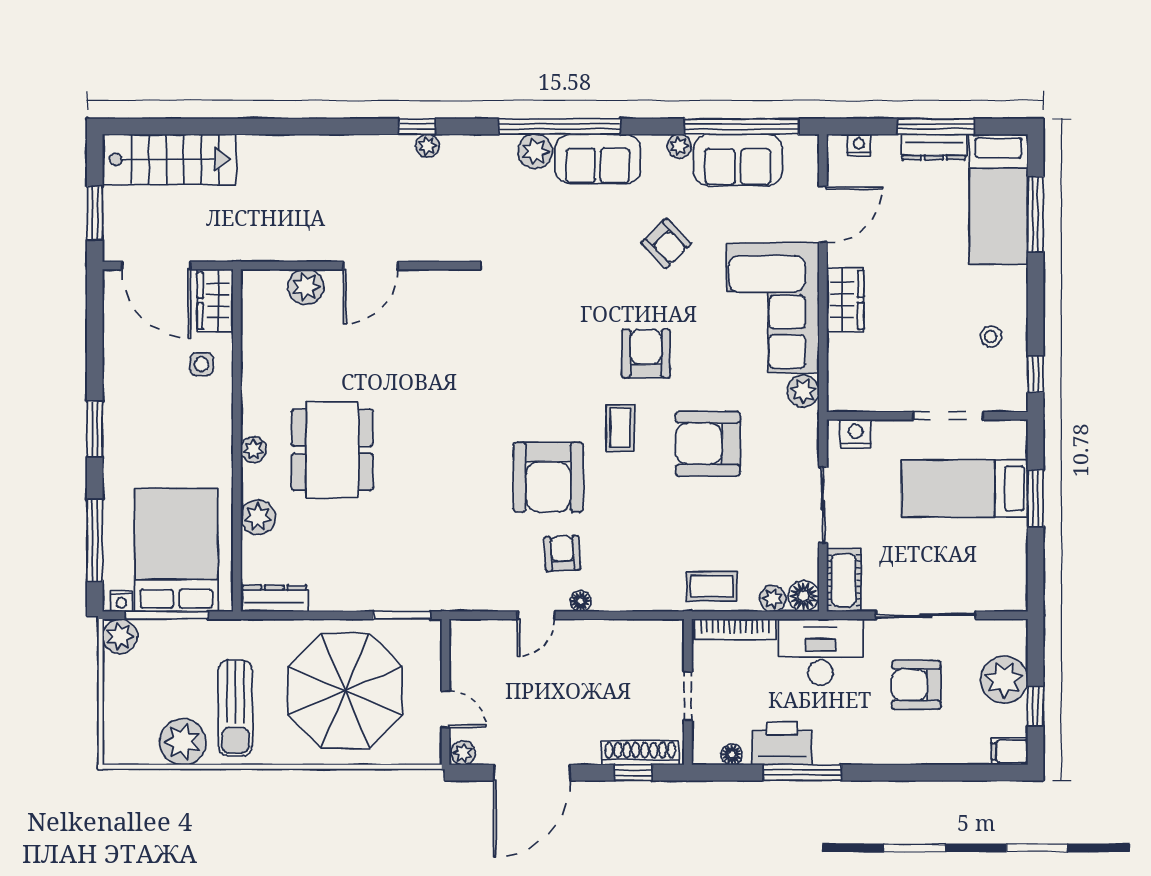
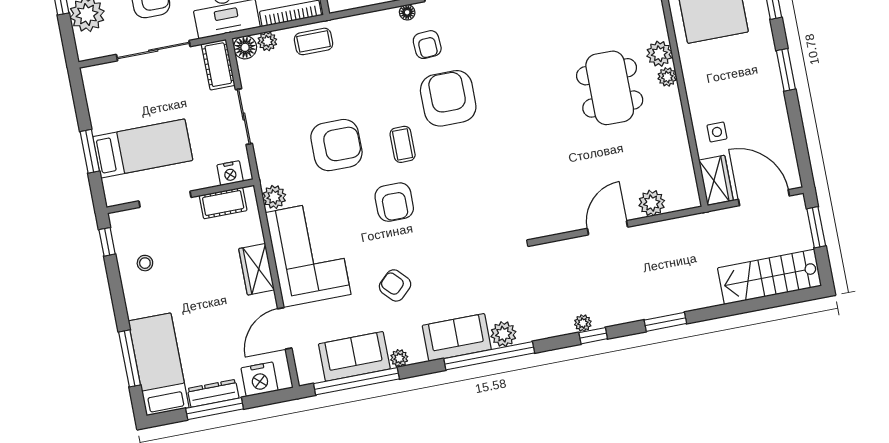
window: (318, 127) -> (665, 322), added
nightstand: (859, 145) -> (260, 379), width x1.89, depth x1.79
cot: (872, 396) -> (223, 203), added
plant: (258, 517) -> (659, 54), moved

